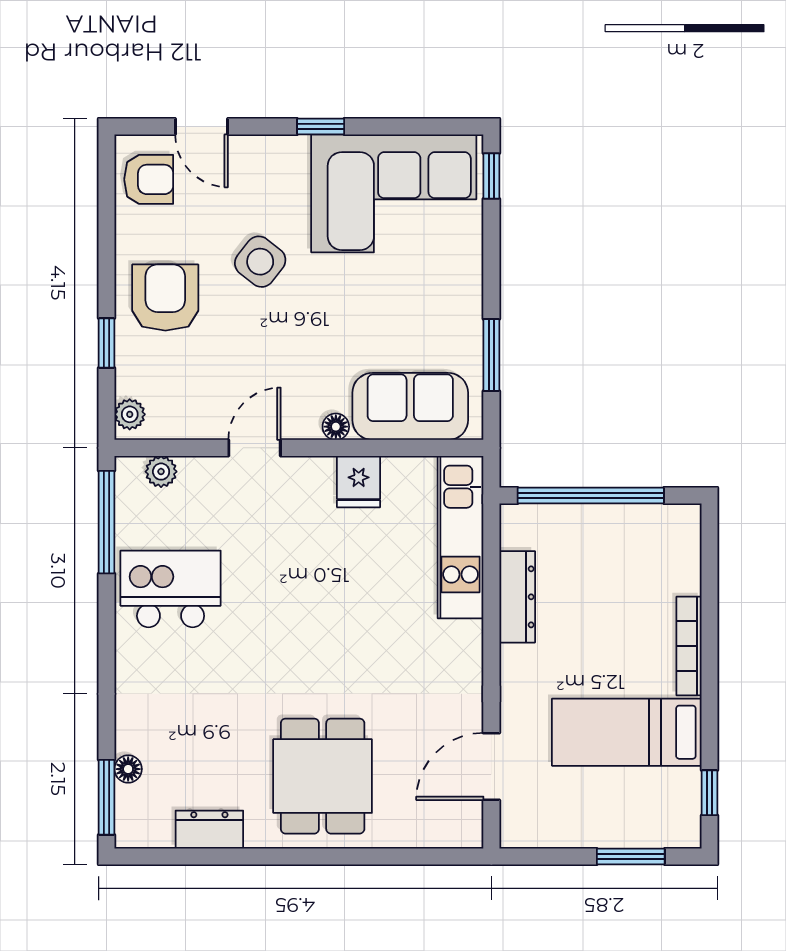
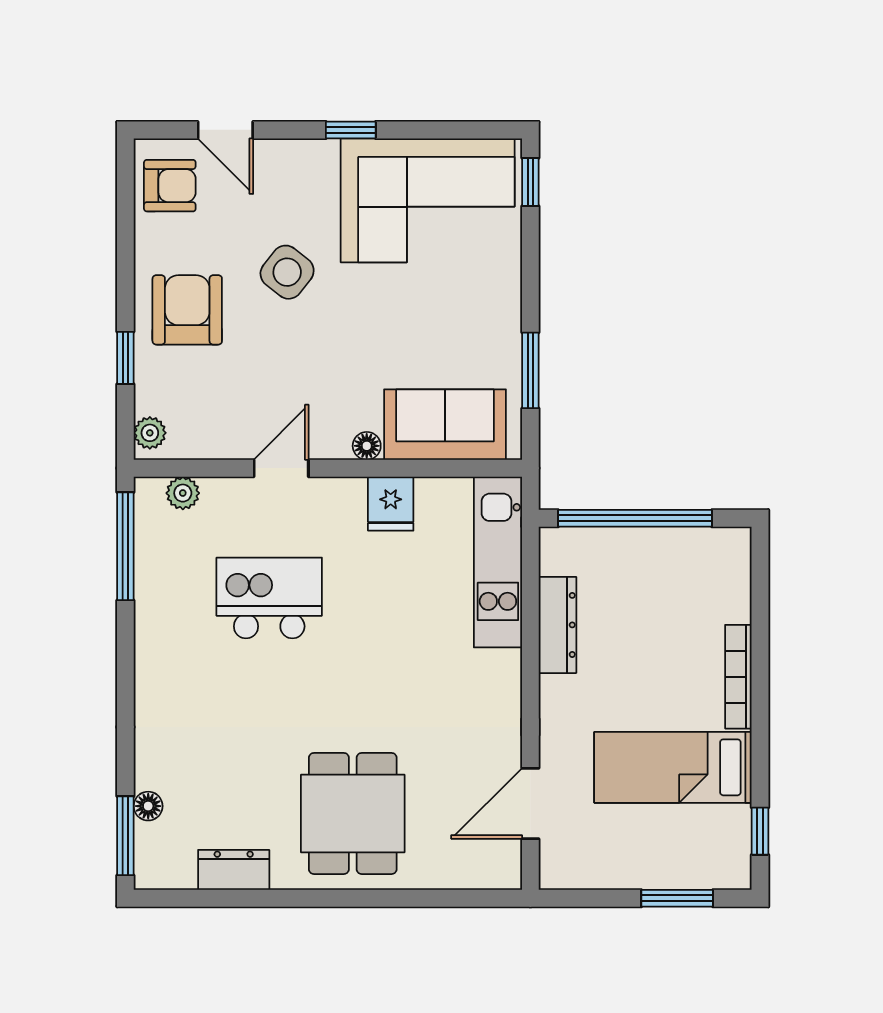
kitchen island: (171, 589) -> (269, 598), moved

